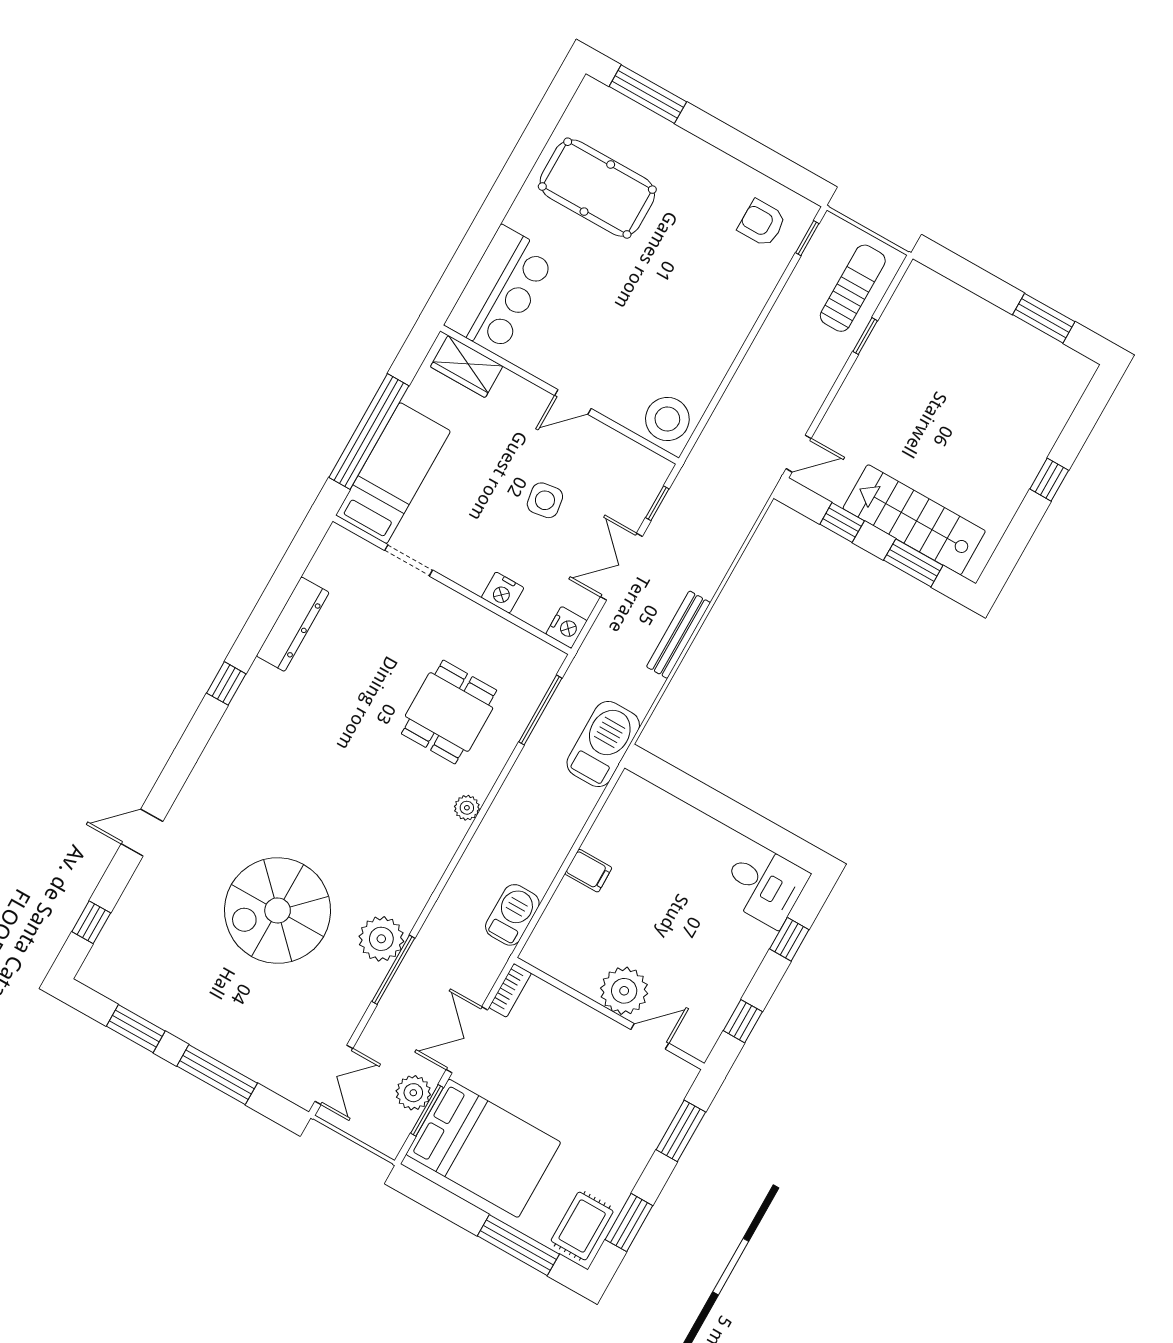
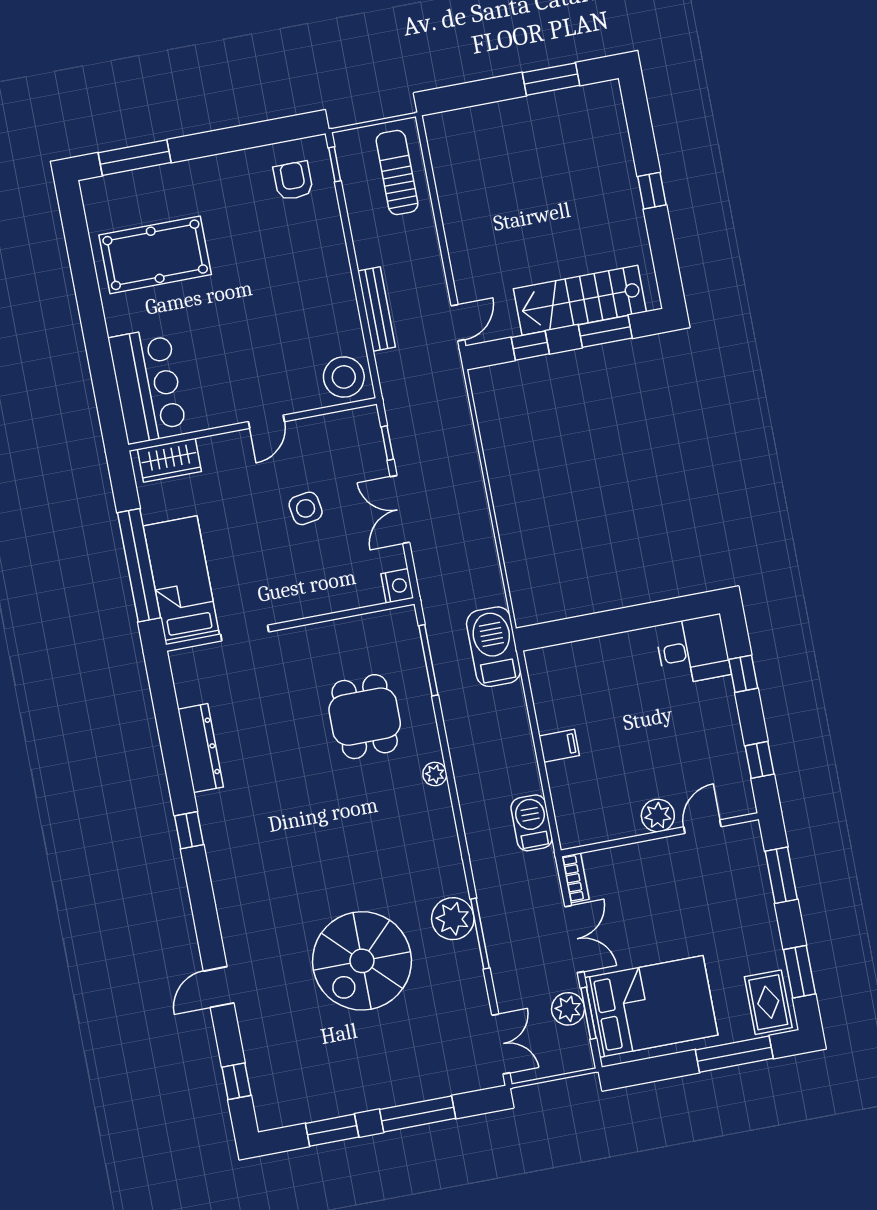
armchair: (762, 223) -> (293, 181), turned 90
window: (865, 336) -> (435, 199), removed
nightstand: (503, 593) -> (331, 600), removed
bench: (678, 635) -> (377, 309), moved
plant: (624, 991) -> (658, 816), width x0.73, depth x0.73
double door: (467, 1040) -> (574, 939), swing flipped

